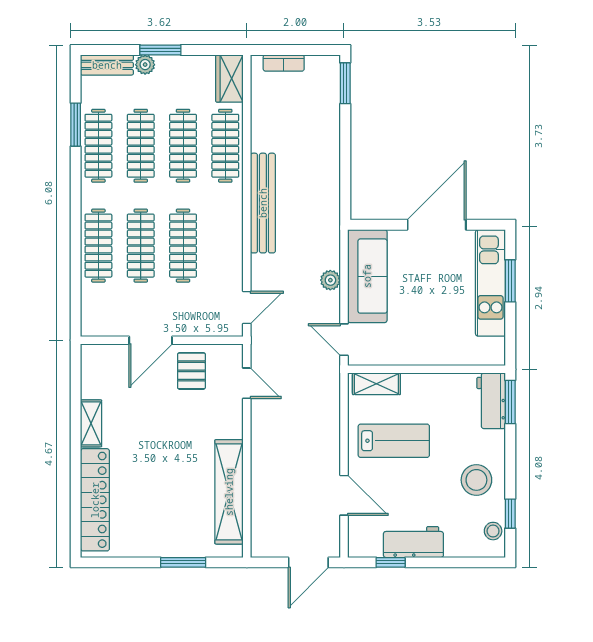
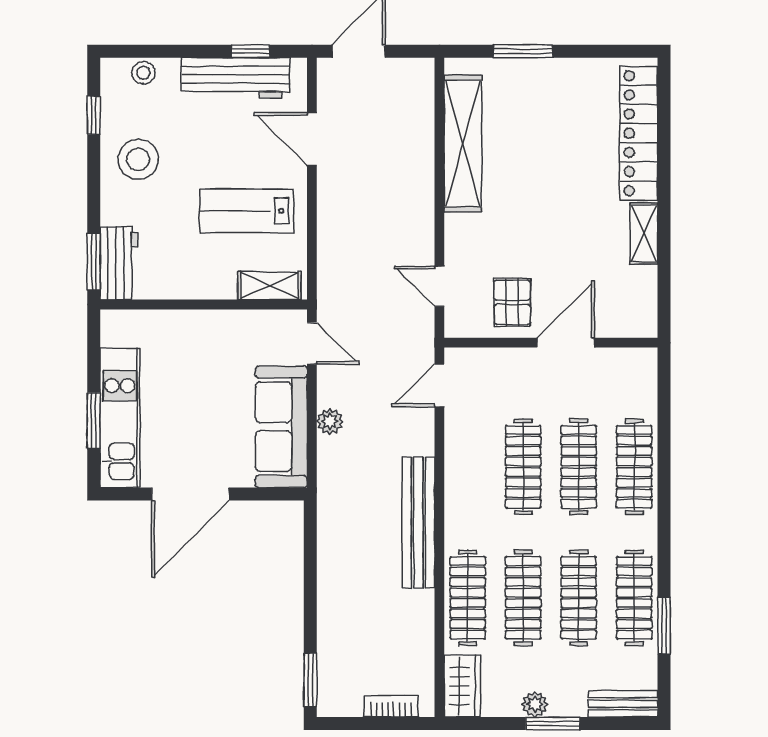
plant: (145, 65) -> (535, 704), moved
stool: (493, 531) -> (143, 73), moved
workbench: (413, 542) -> (236, 78), width x1.38

